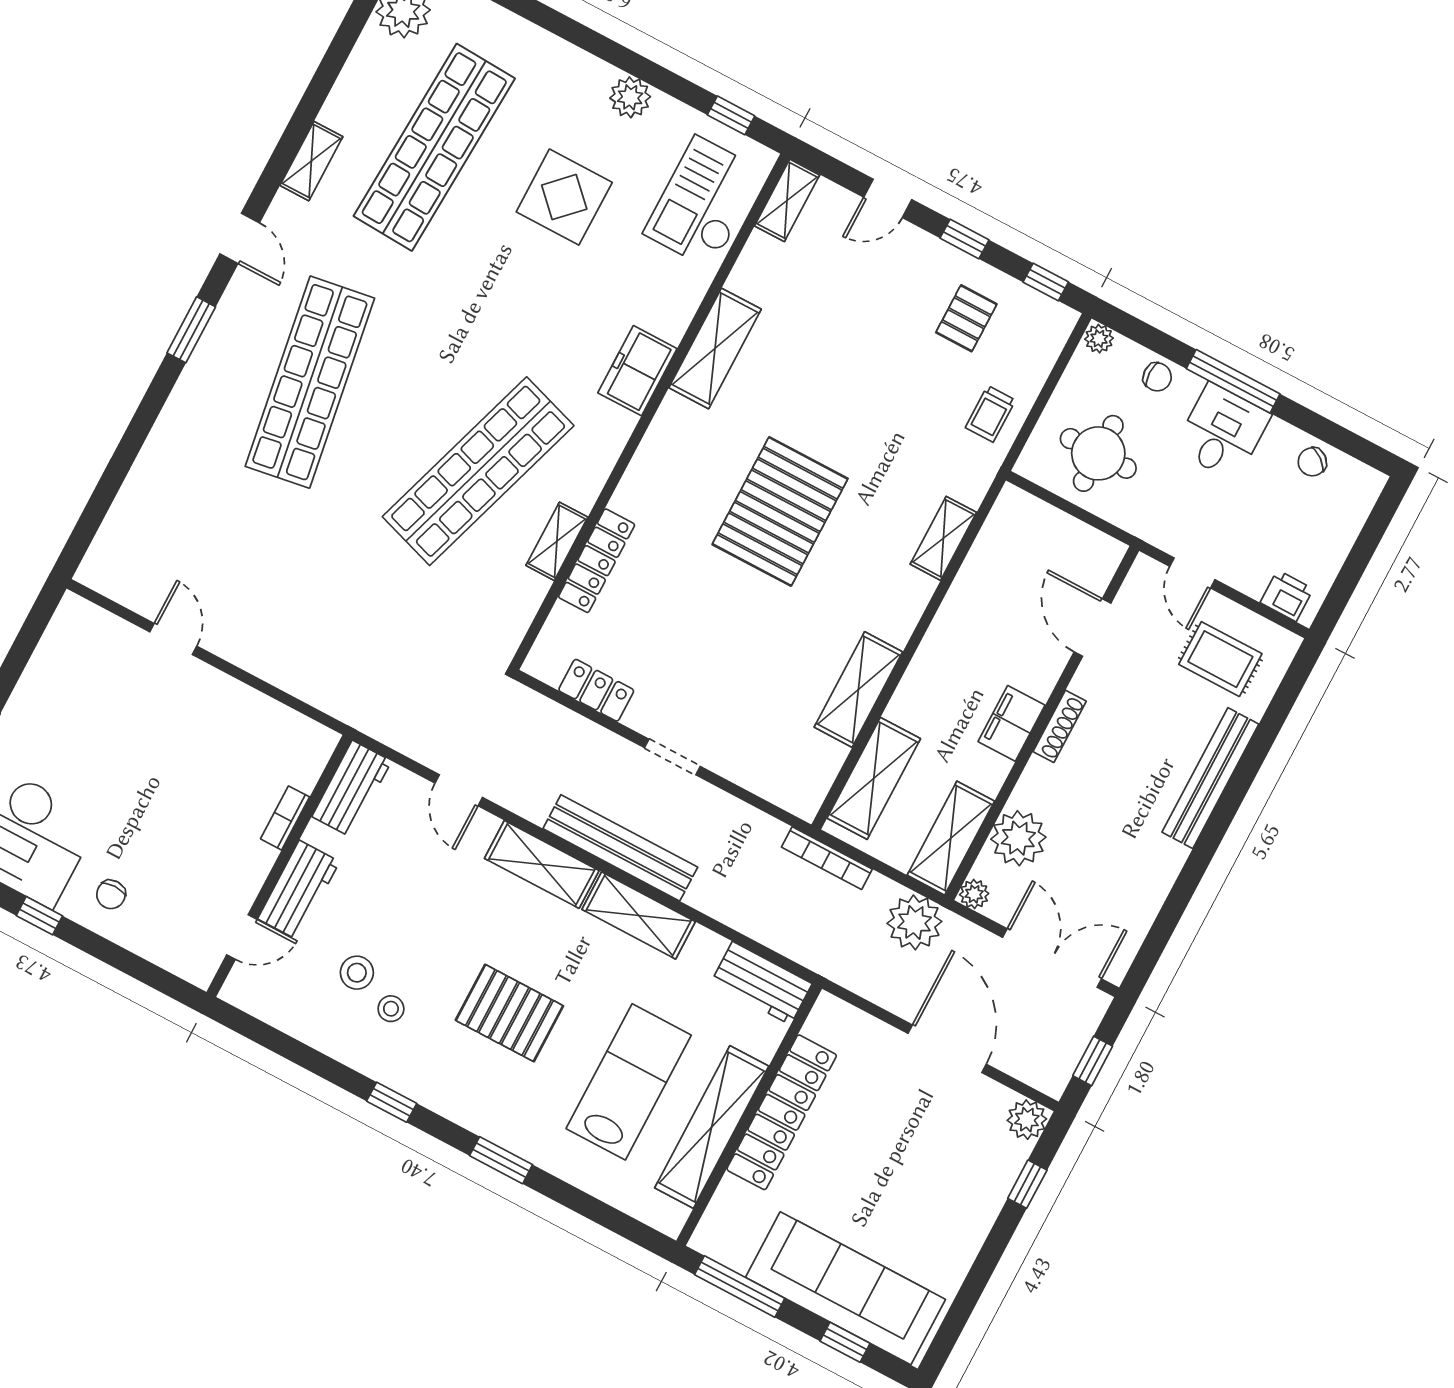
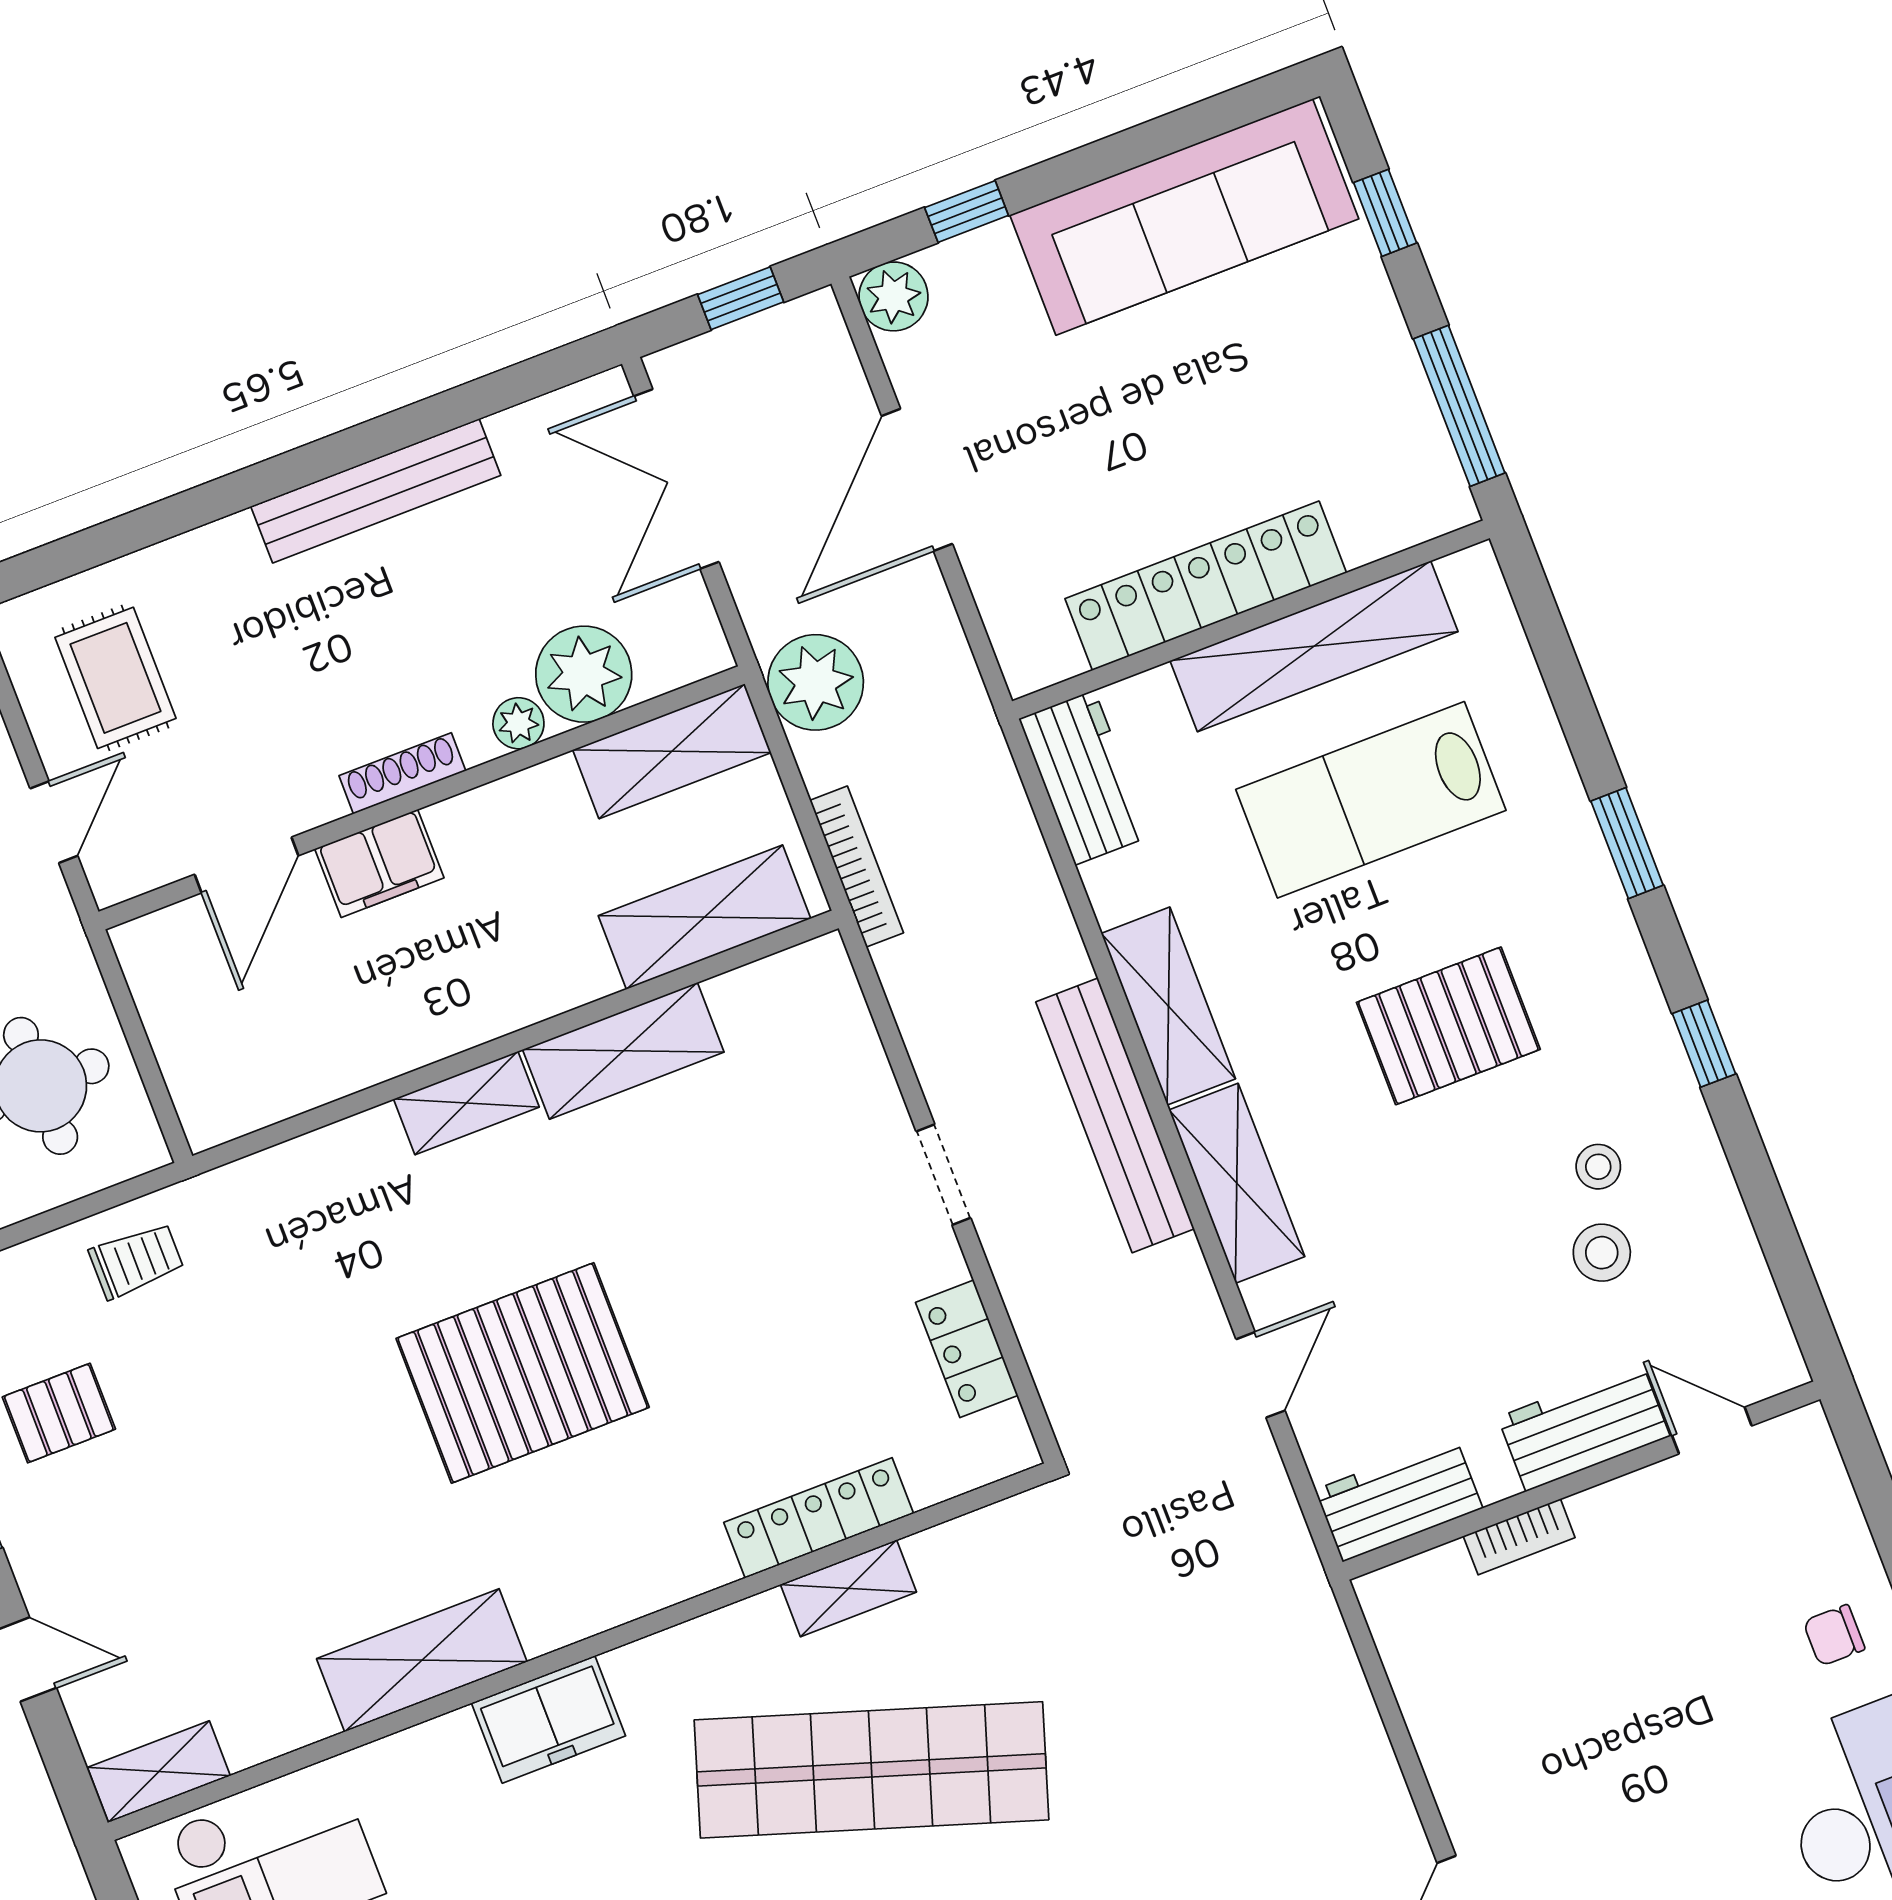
shelving: (943, 538) -> (466, 1103), moved
filing cabinet: (1012, 723) -> (379, 863), moved
bench: (1210, 778) -> (376, 491), moved
chair: (111, 894) -> (1834, 1635), turned 180
plant: (974, 894) -> (518, 723), moved
pallet: (509, 1013) -> (1448, 1026), turned 90
sofa: (846, 1288) -> (1184, 217), moved, turned -90

